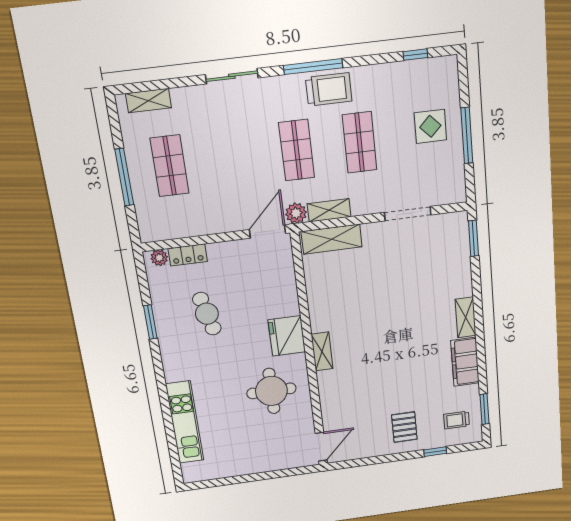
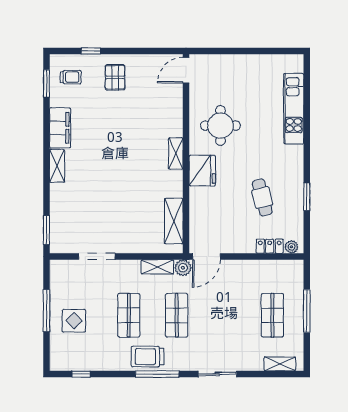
shelving: (332, 239) -> (174, 221), moved, turned 90

